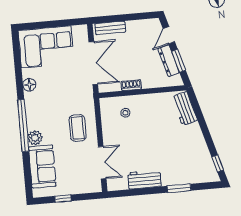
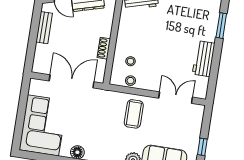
bench: (110, 28) -> (44, 28), moved
stool: (107, 117) -> (130, 81), added
coffee table: (78, 128) -> (134, 114), turned 90

